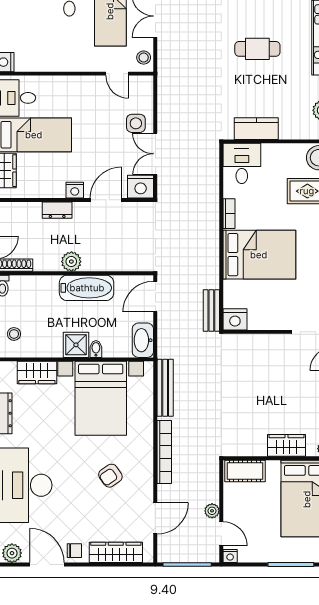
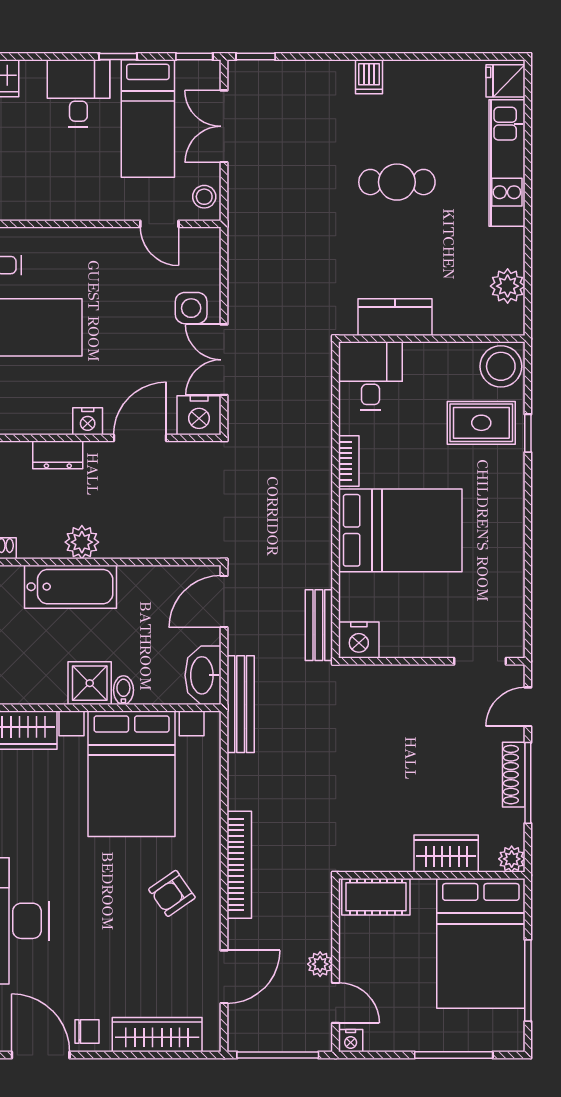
bathtub: (87, 288) -> (71, 587), moved
bench: (165, 388) -> (241, 704), moved
armchair: (110, 476) -> (172, 893), moved

